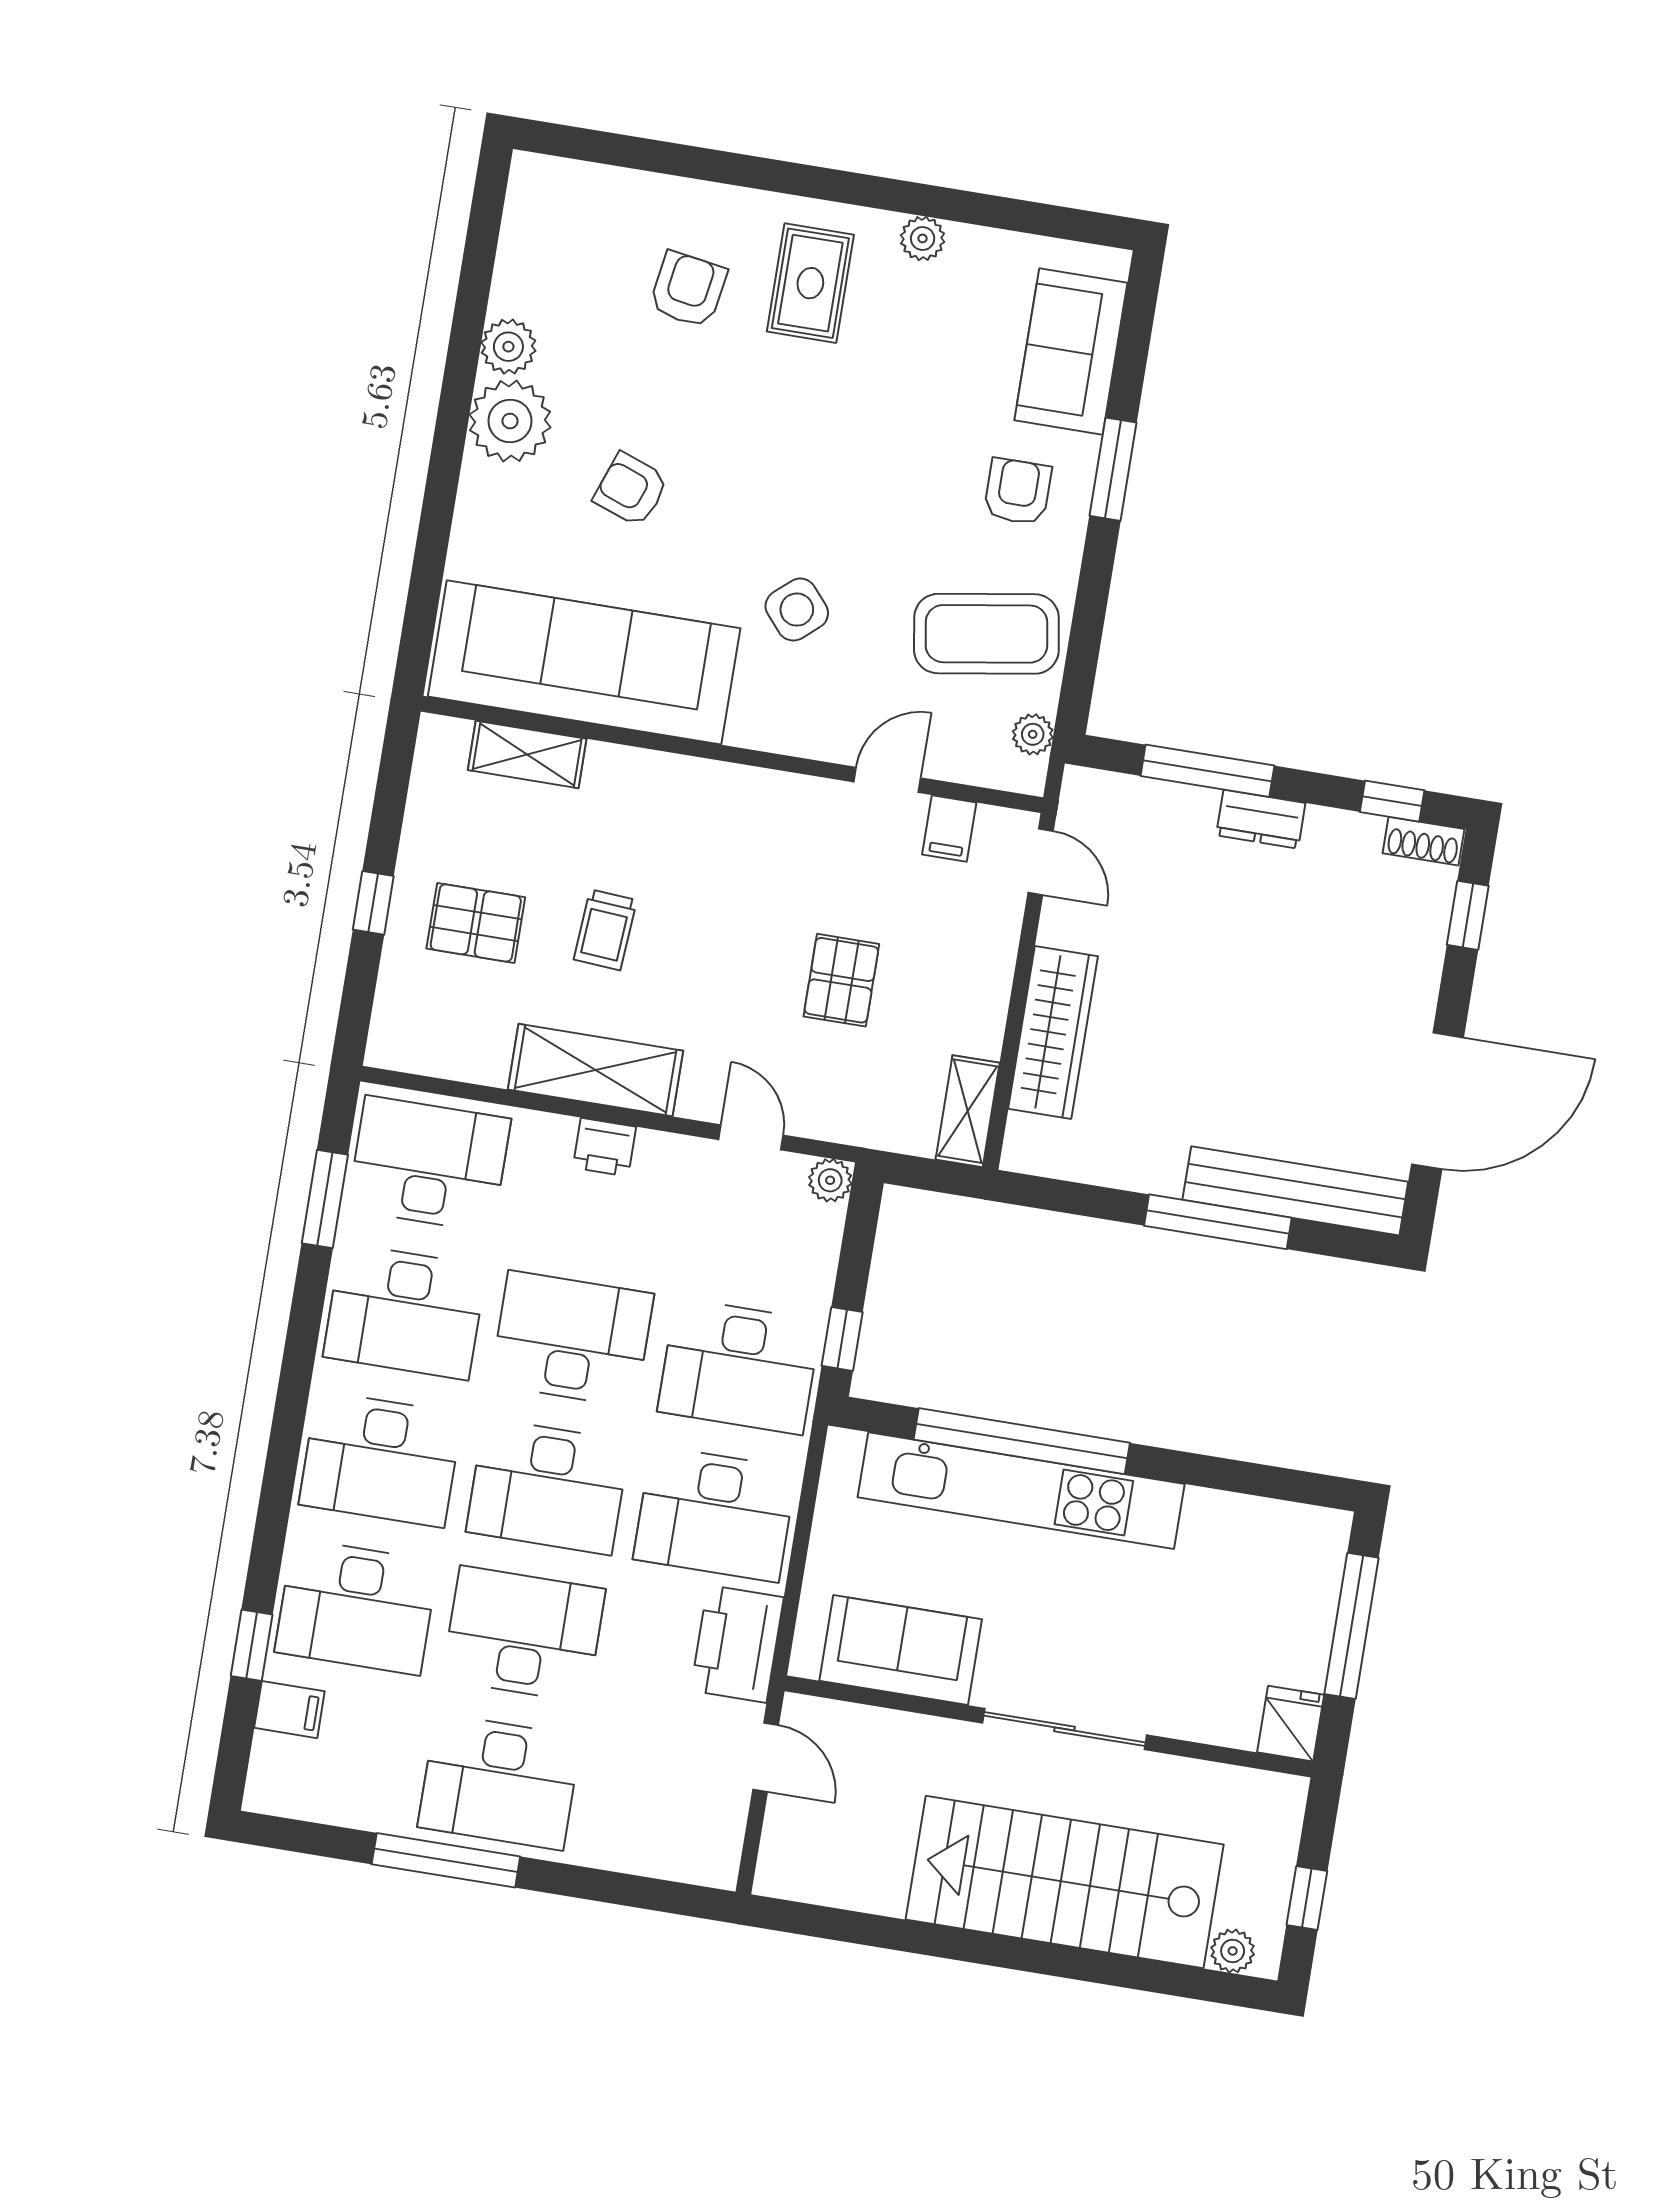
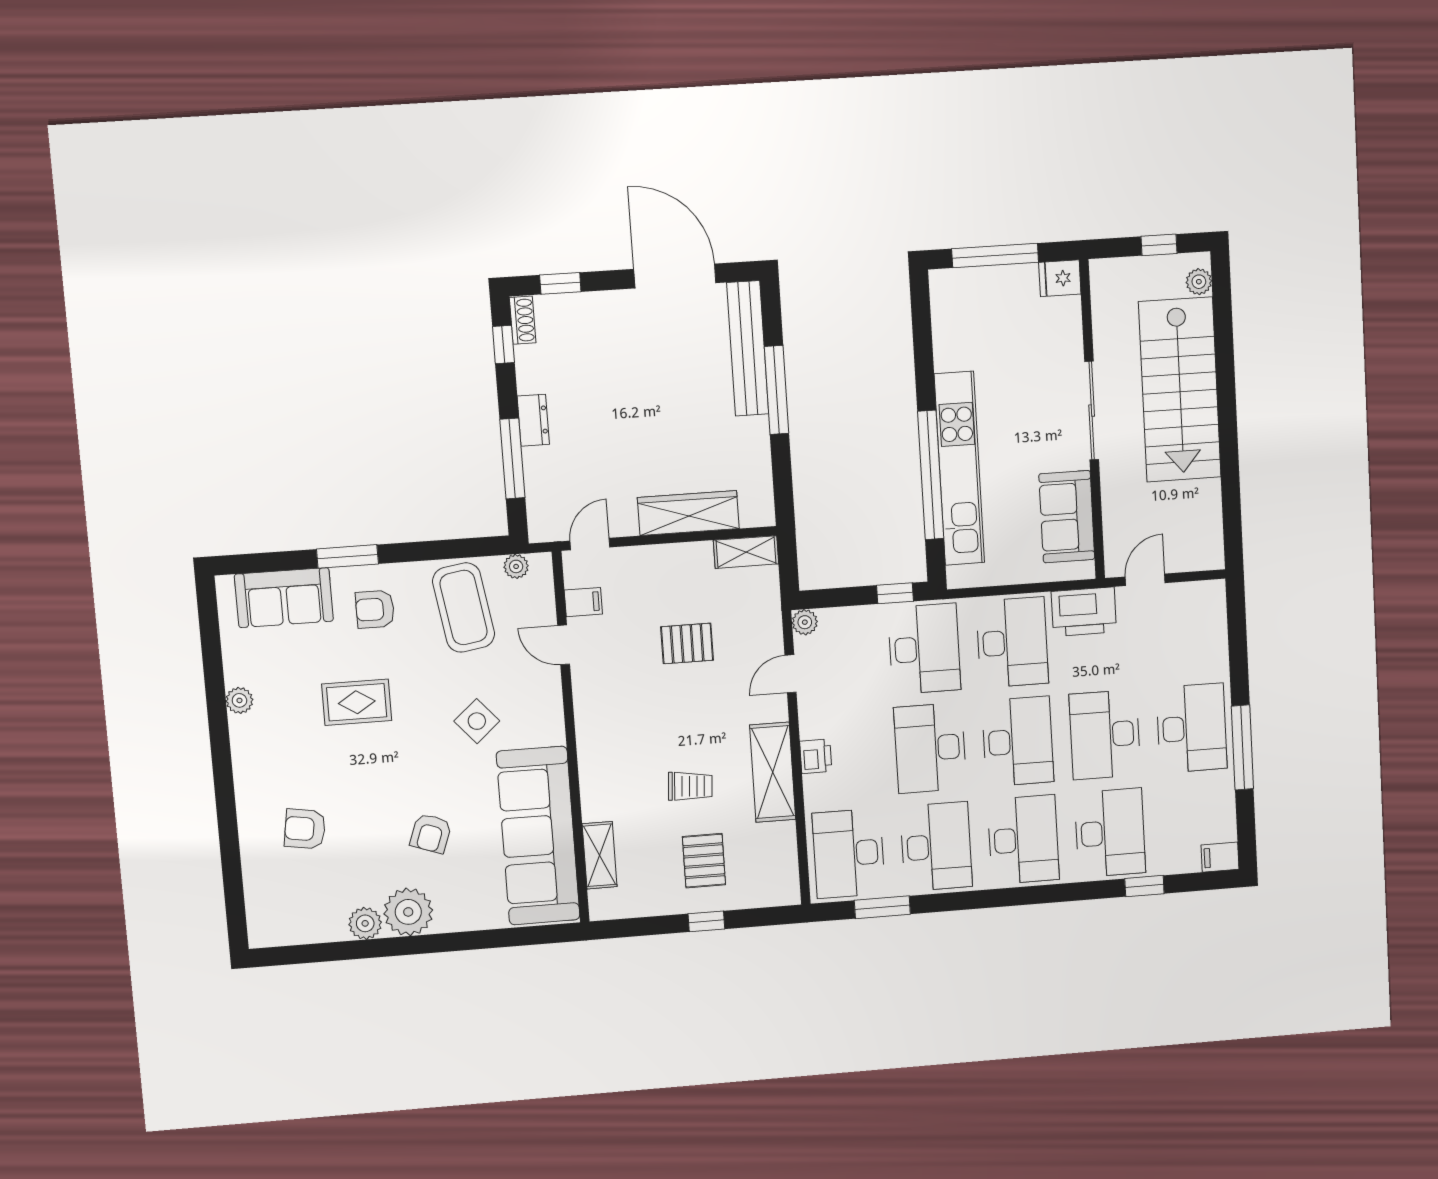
rug: (810, 283) -> (357, 702), moved
filing cabinet: (289, 1710) -> (1220, 857), moved, turned -90

